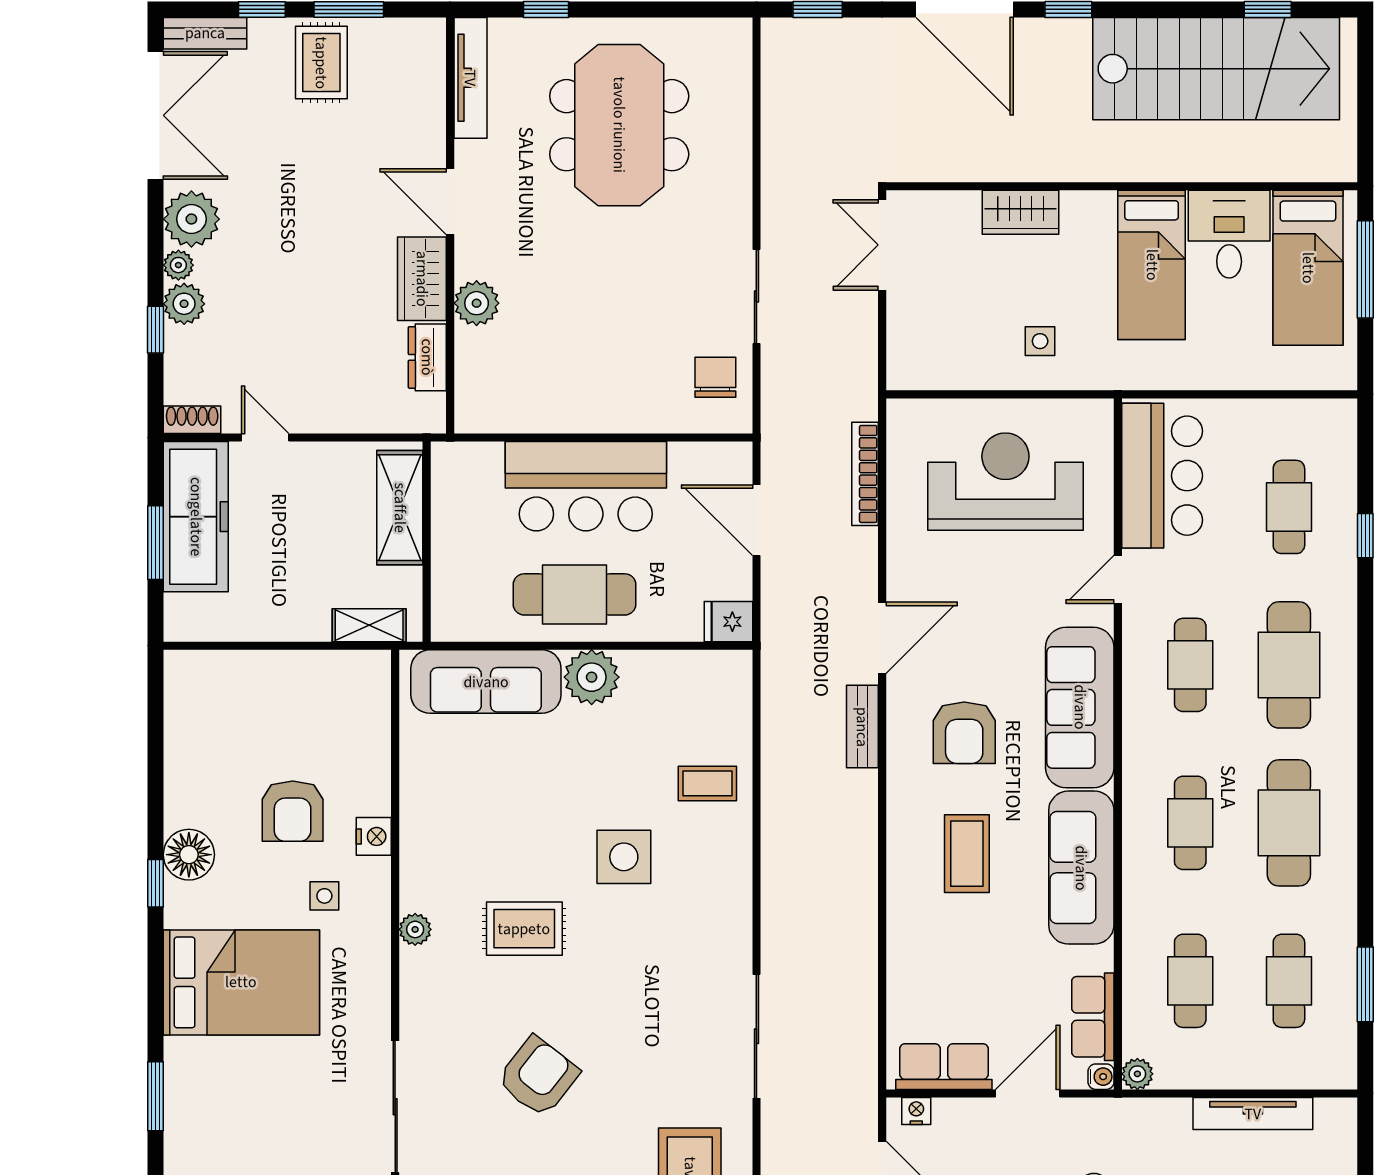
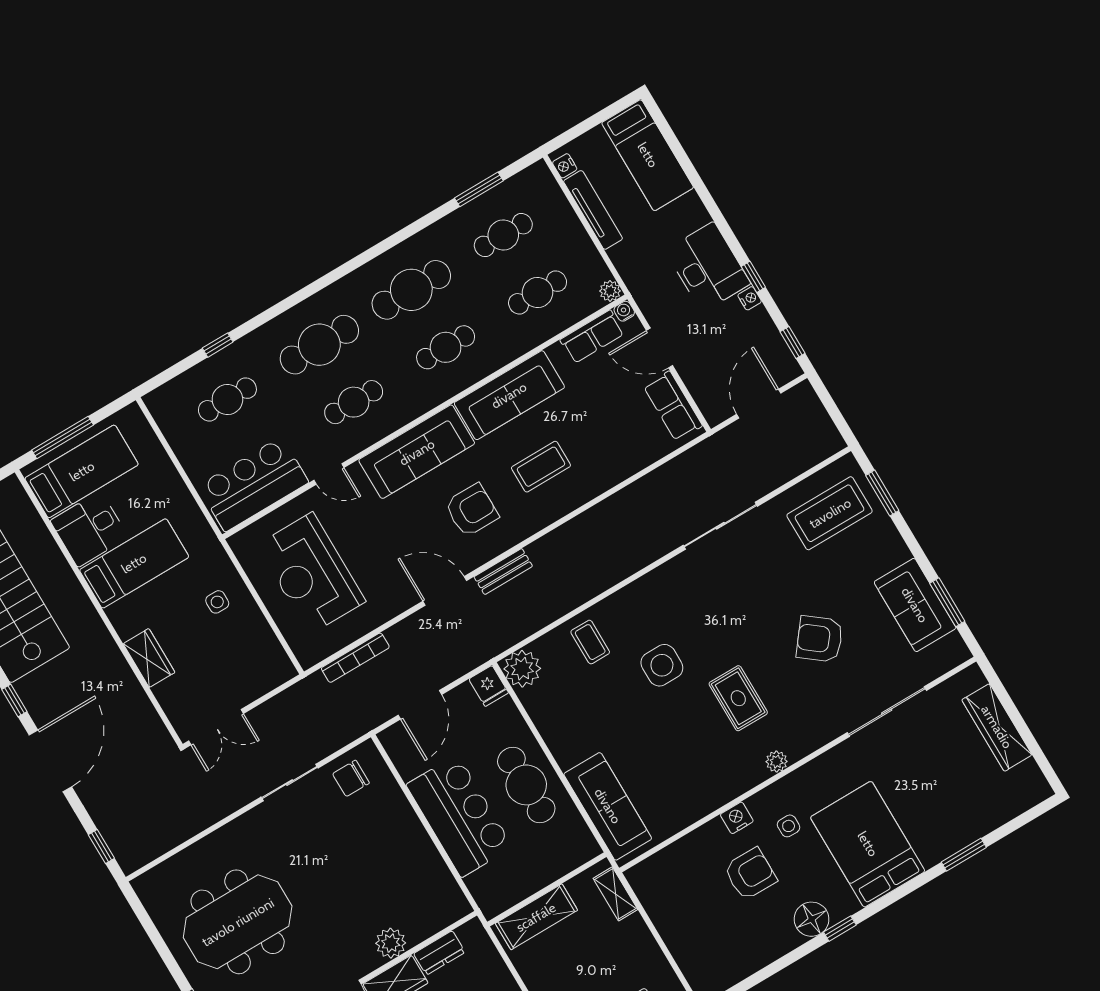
plant: (592, 677) -> (522, 669), moved
nightstand: (916, 1111) -> (565, 166), moved

